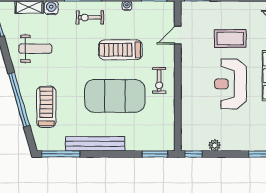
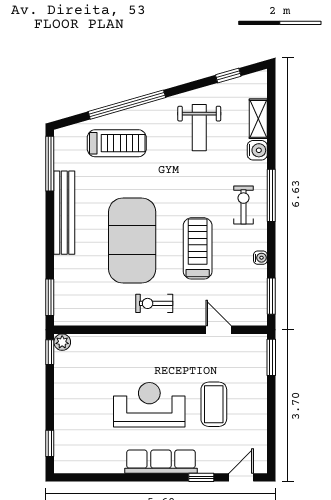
plant: (215, 145) -> (62, 342), moved

